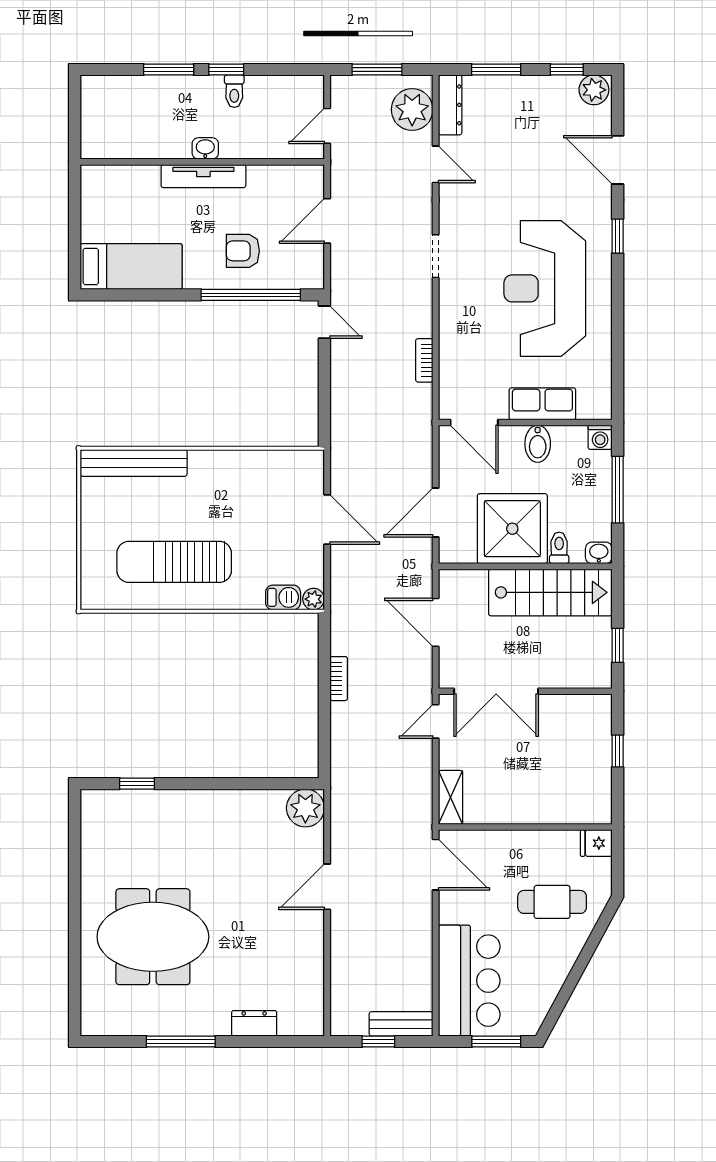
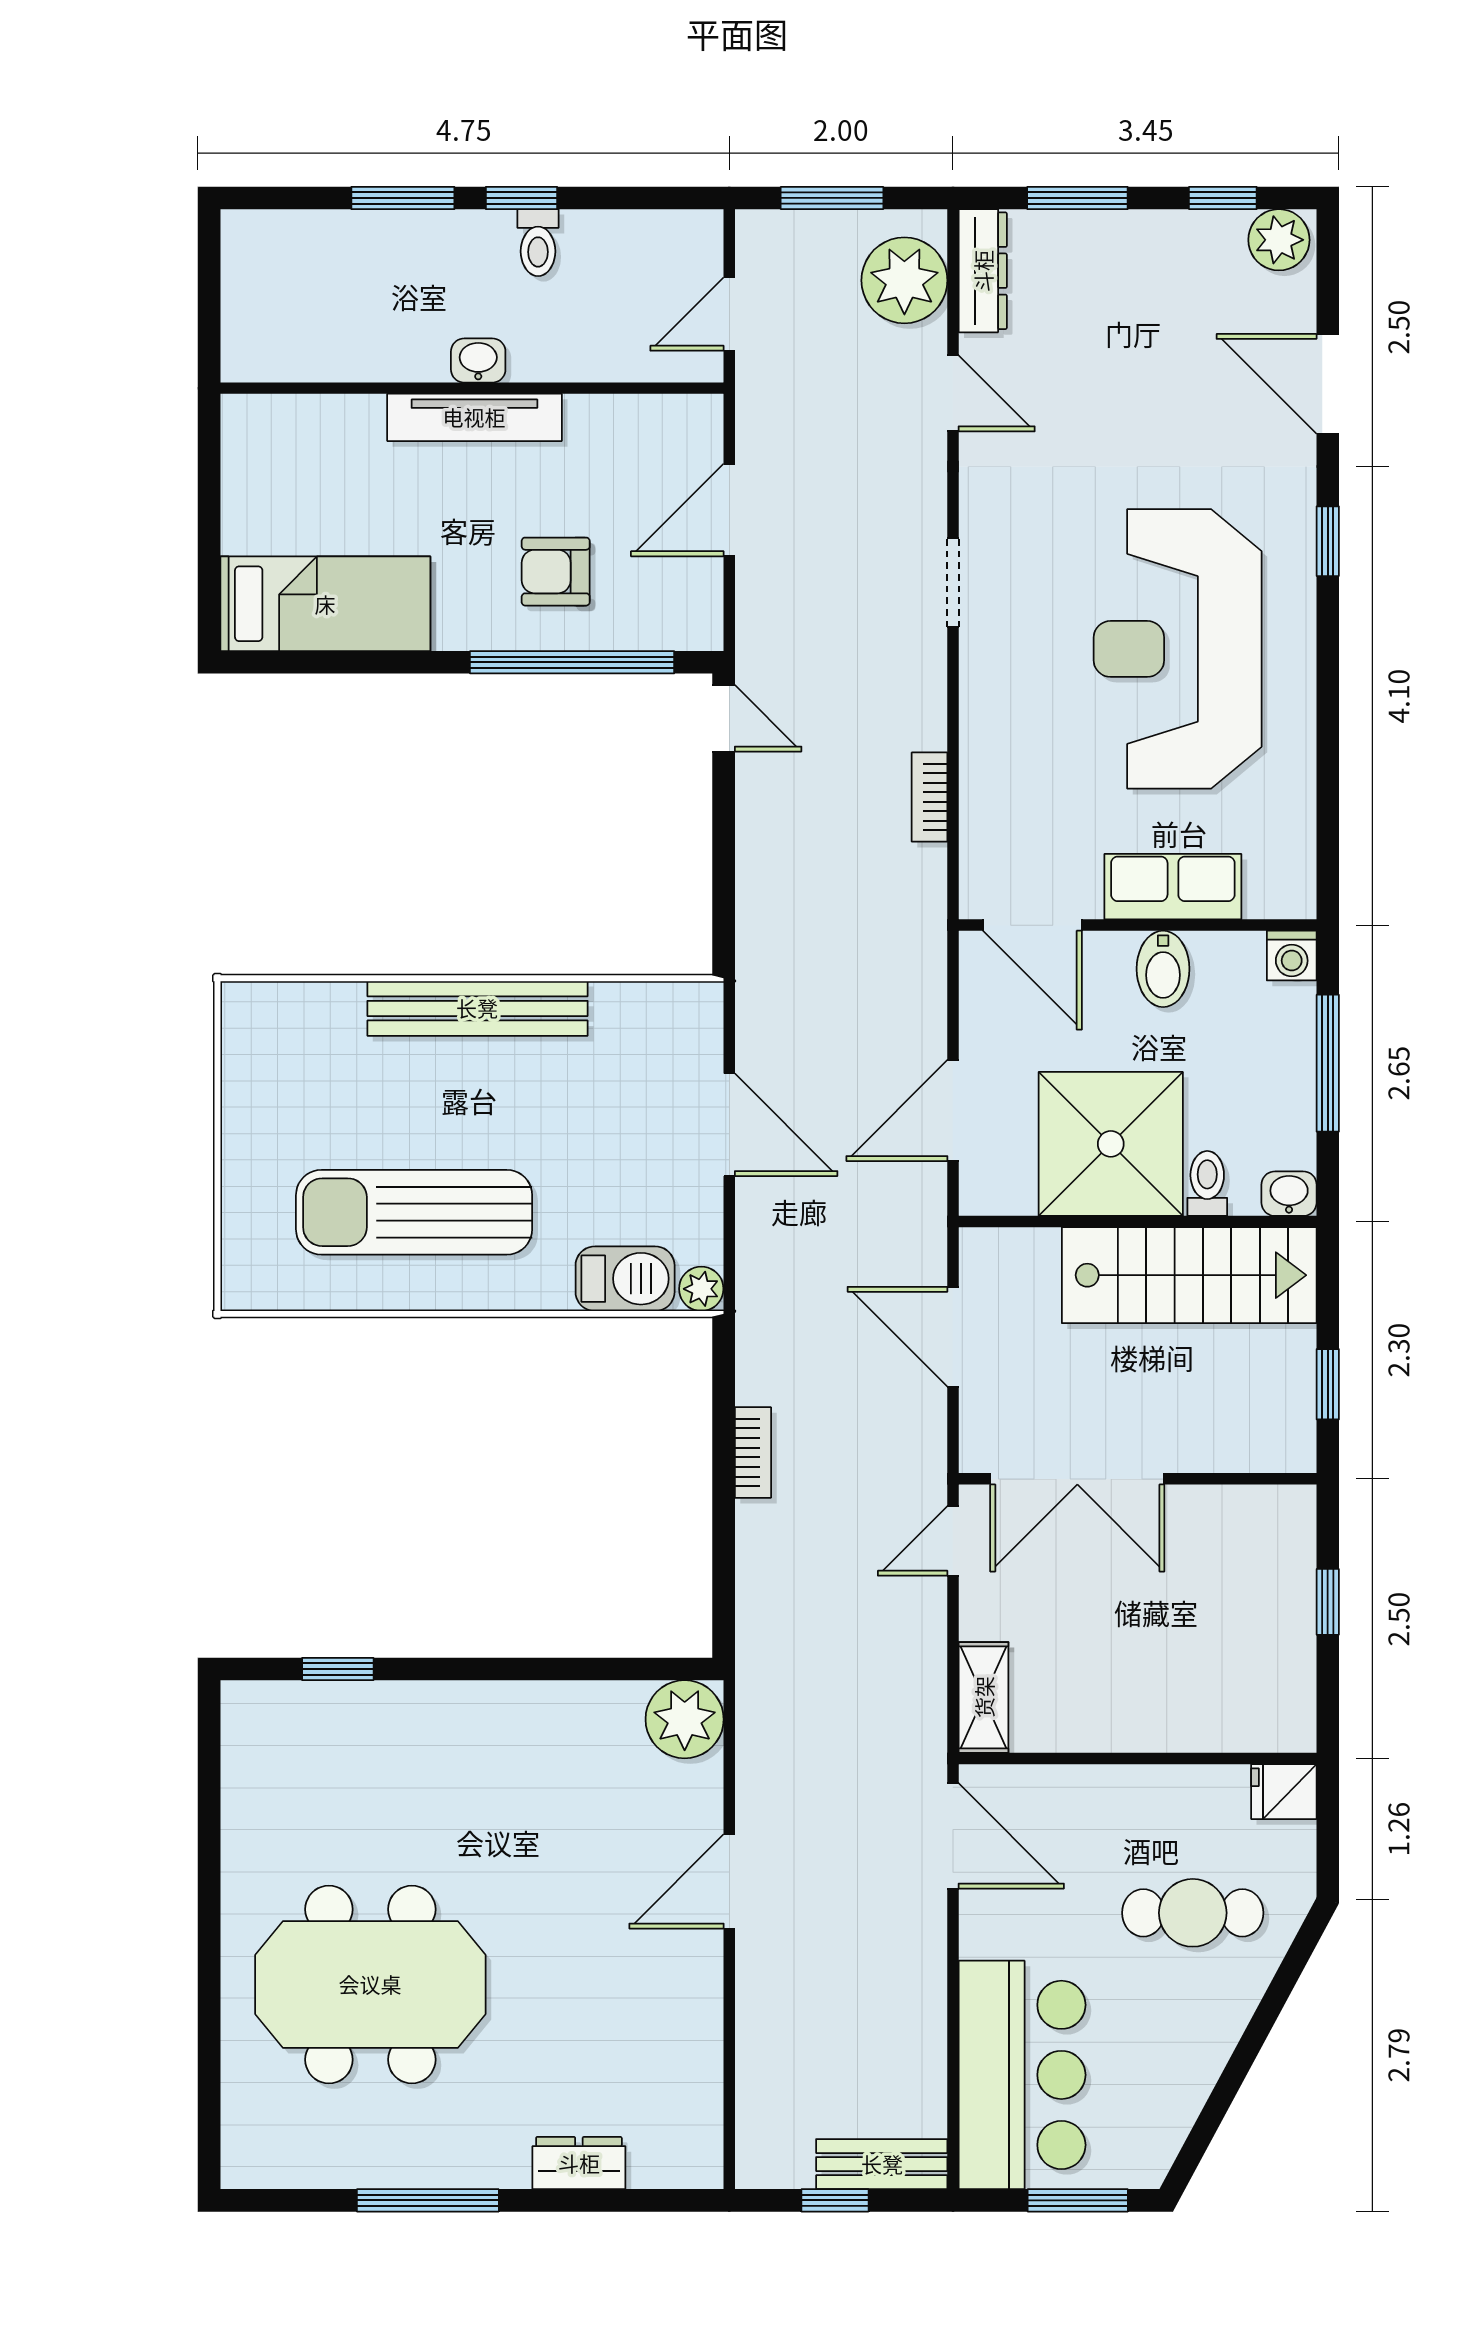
bench: (134, 463) -> (477, 1008), moved
barbecue: (283, 597) -> (625, 1279), width x1.38, depth x1.27

